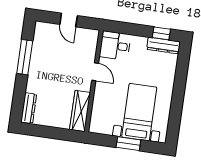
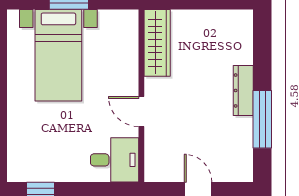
dresser: (163, 46) -> (34, 172), removed
dresser: (29, 108) -> (243, 90), moved

